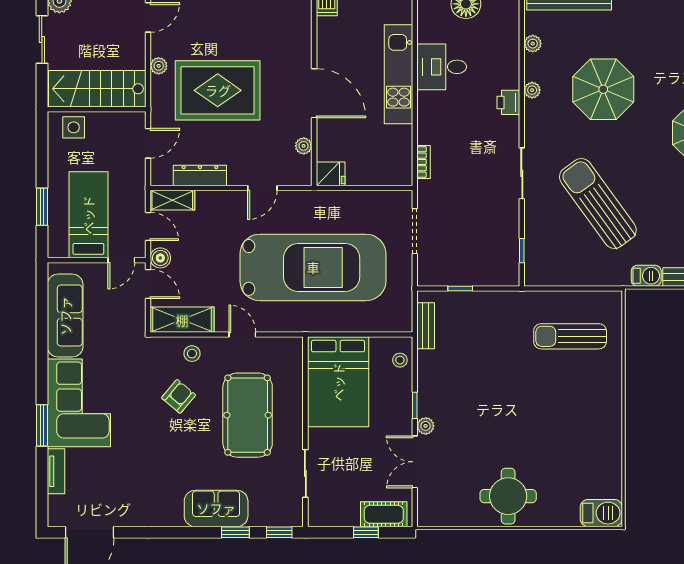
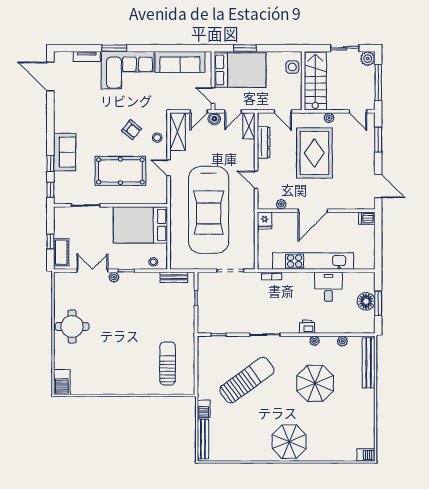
kitchen unit: (398, 74) -> (313, 261), width x1.36
bed: (88, 215) -> (240, 70), width x1.50
door: (242, 334) -> (169, 168), swing flipped

